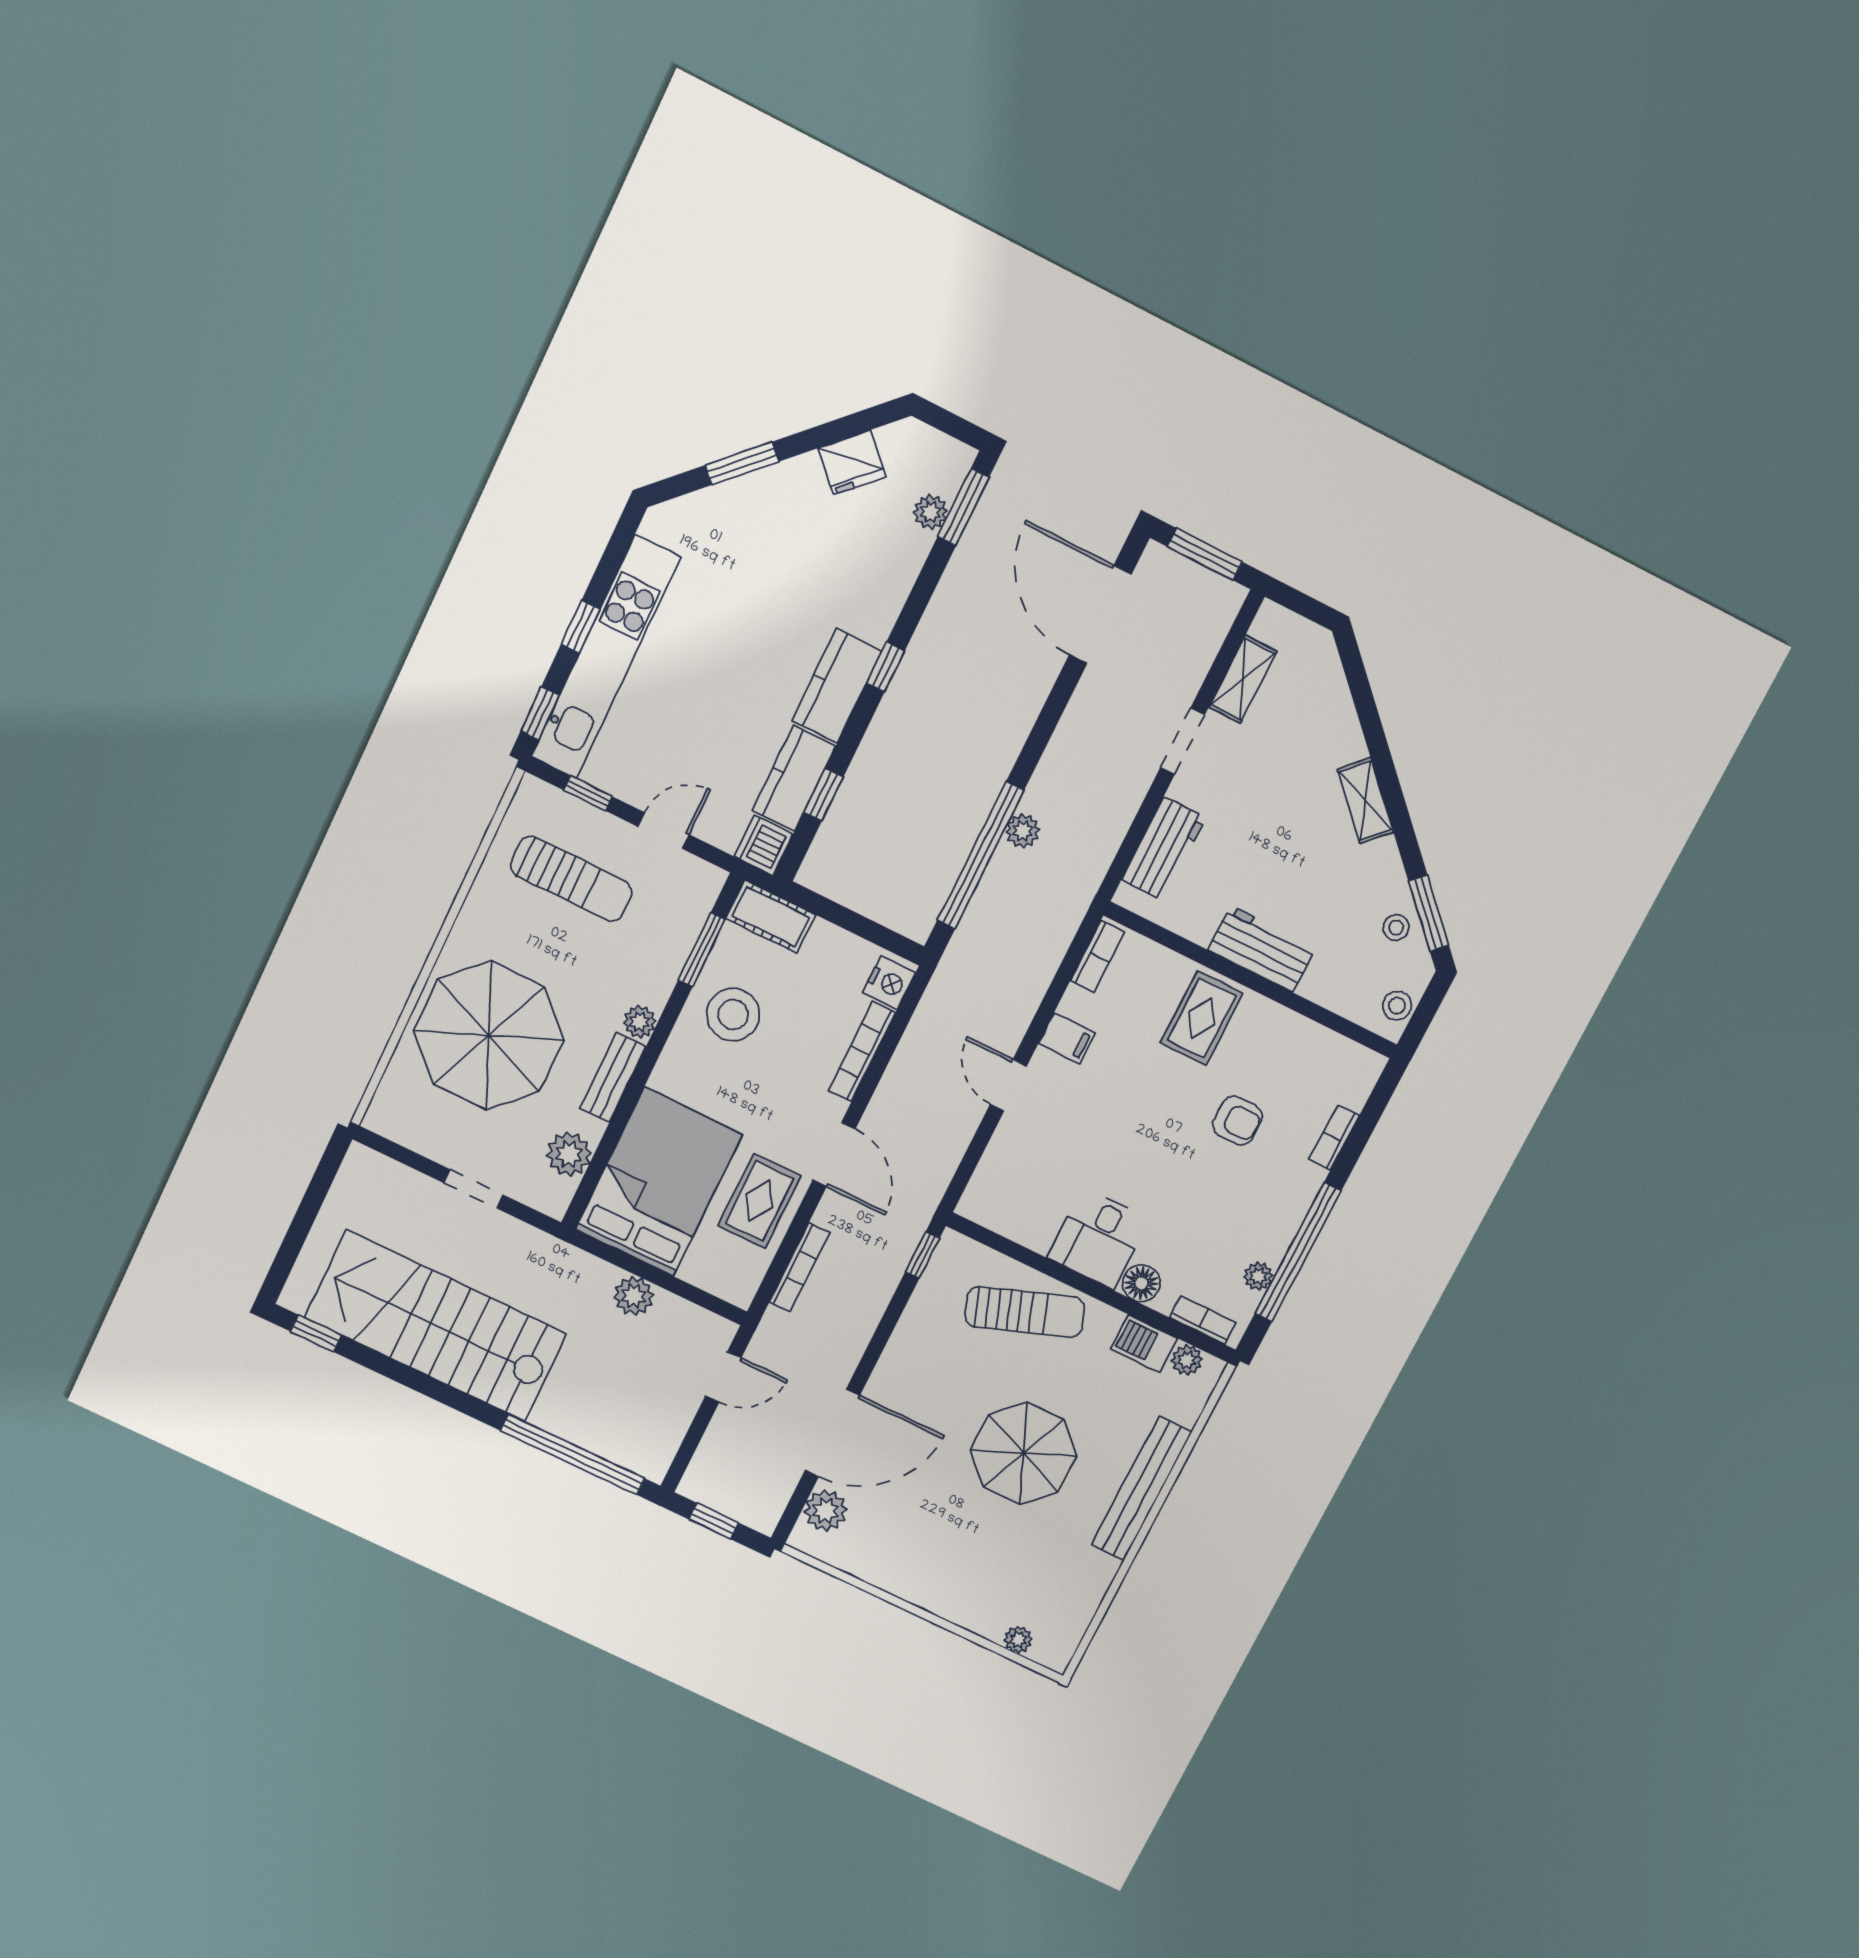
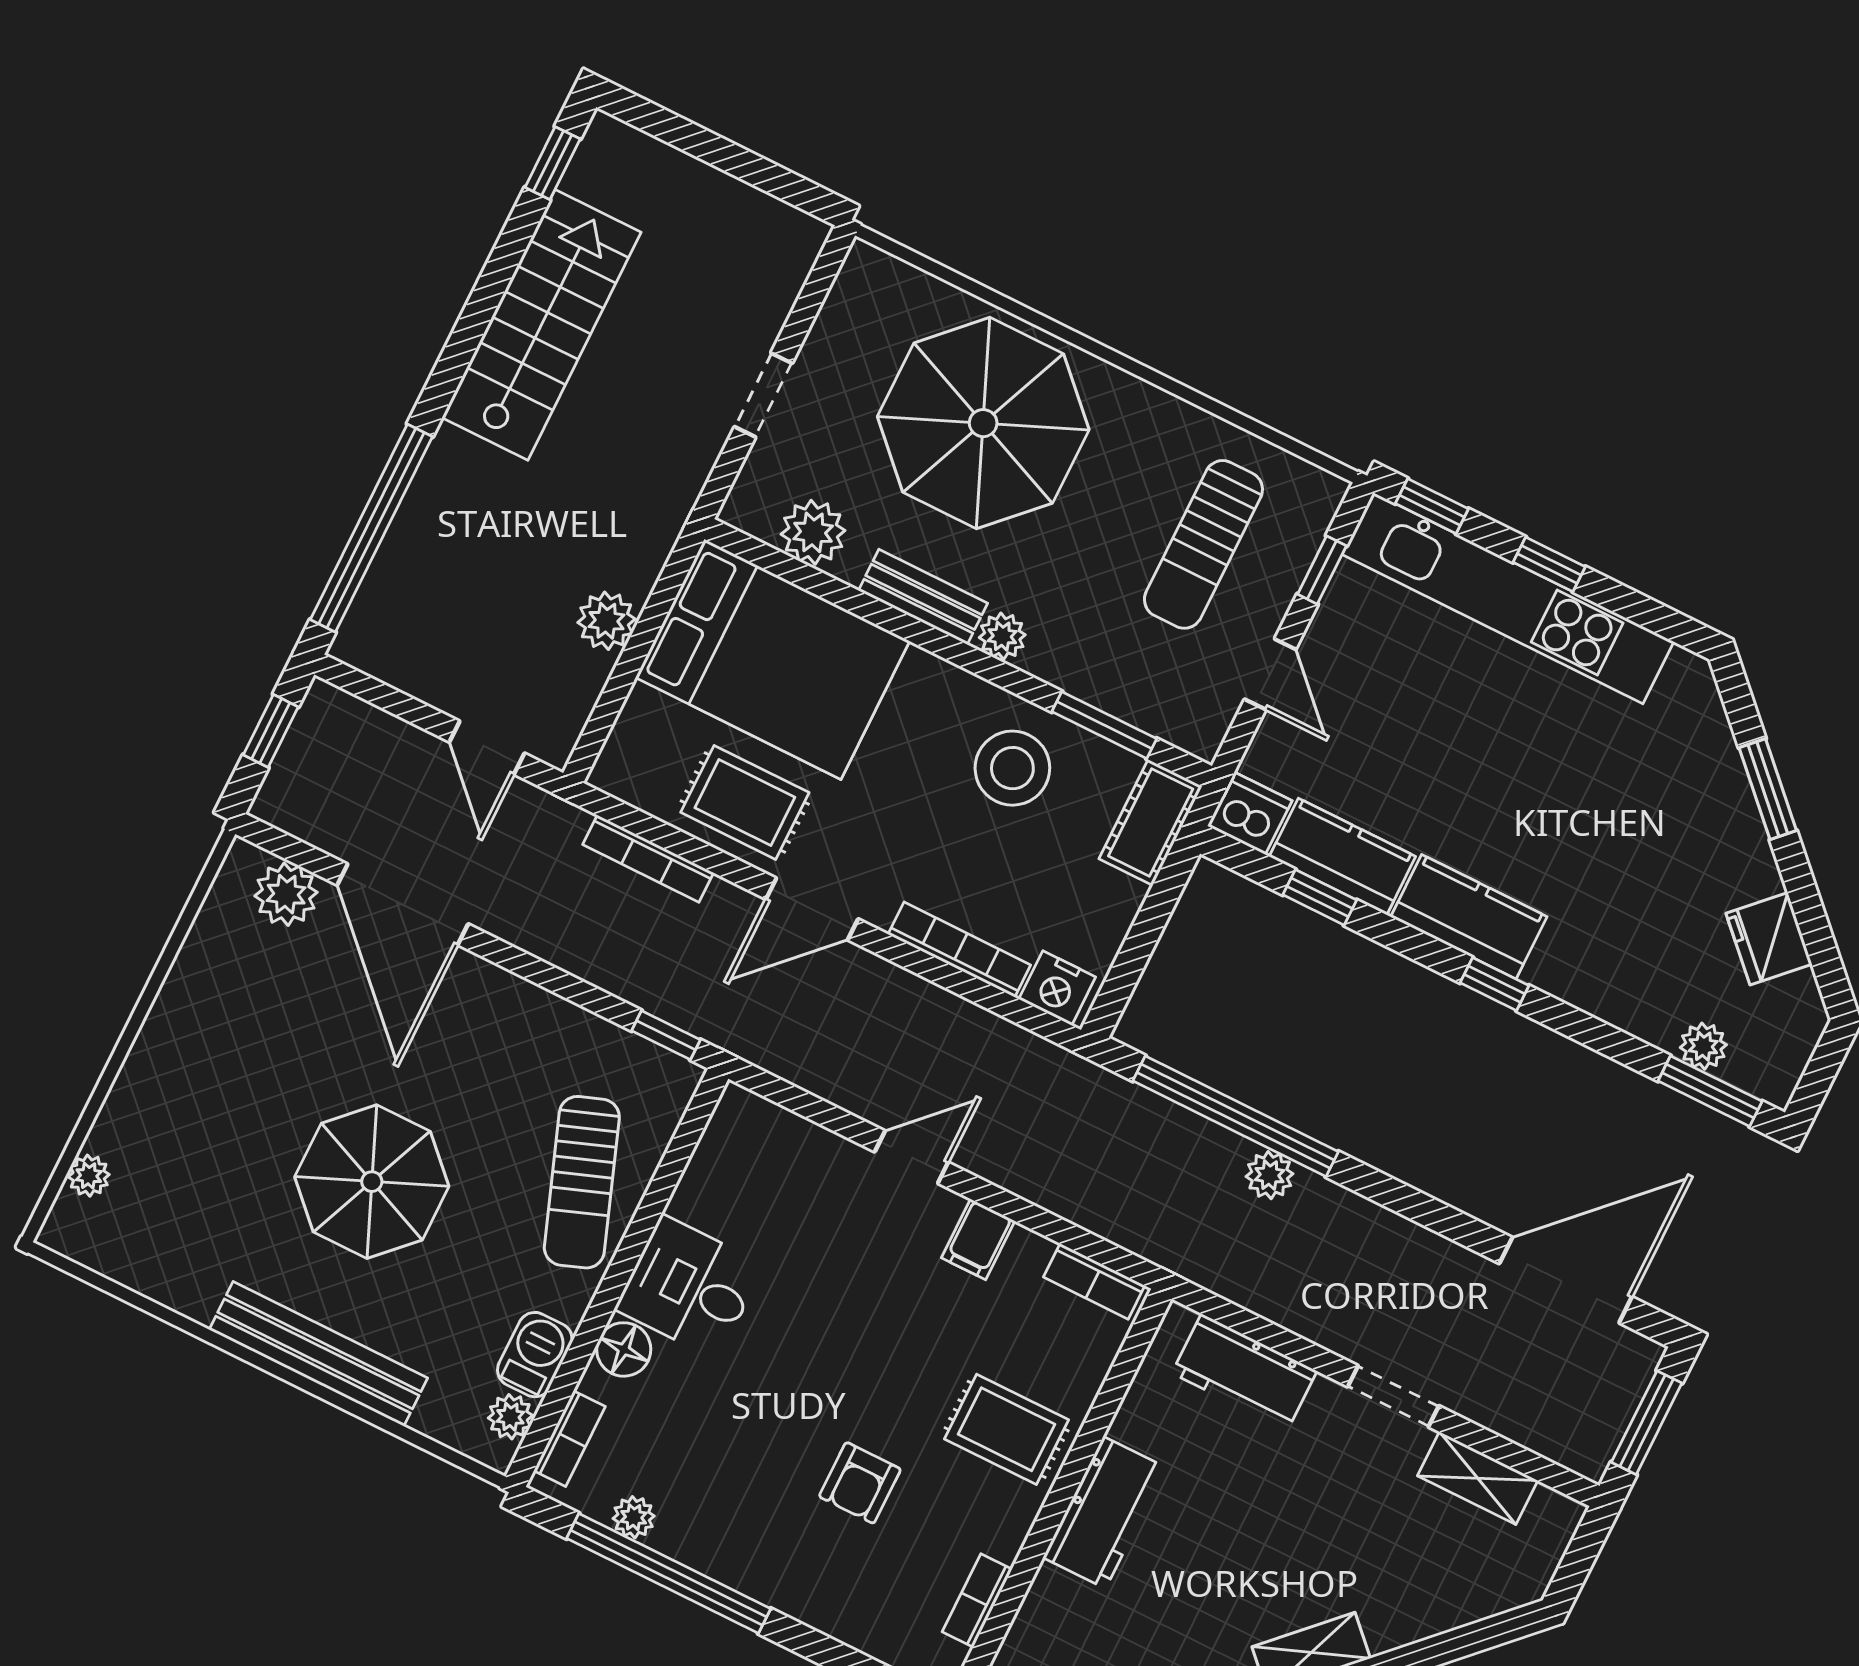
bookcase: (1334, 1138) -> (977, 1601), moved, turned -90
stairs: (436, 1326) -> (541, 325), width x0.73, depth x0.66

